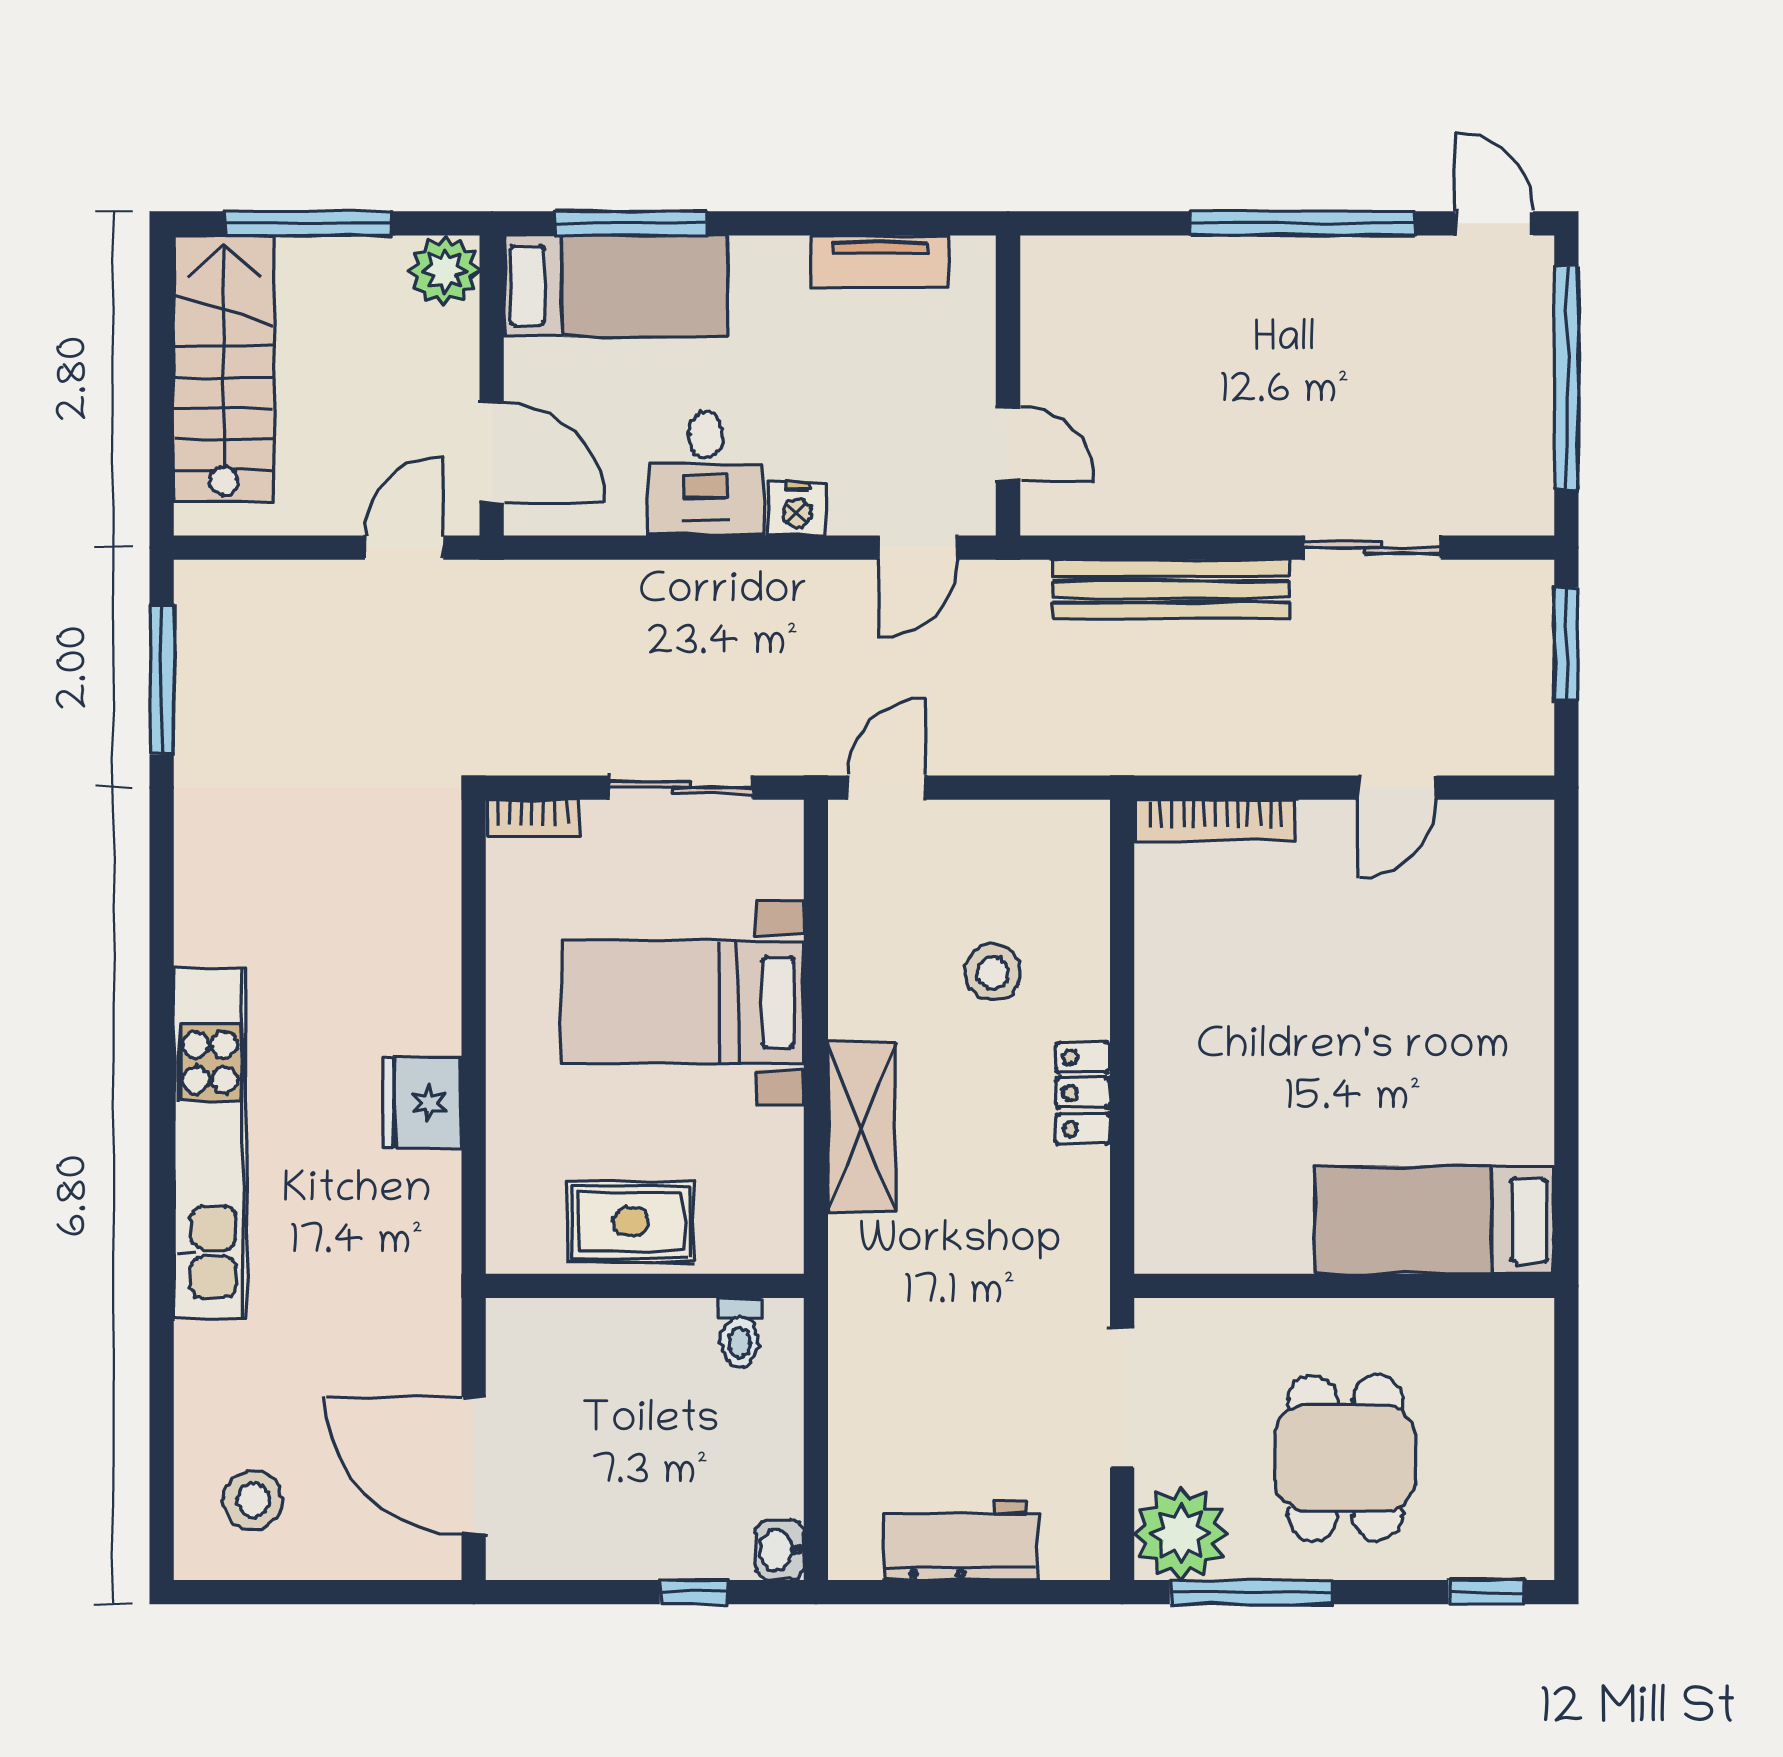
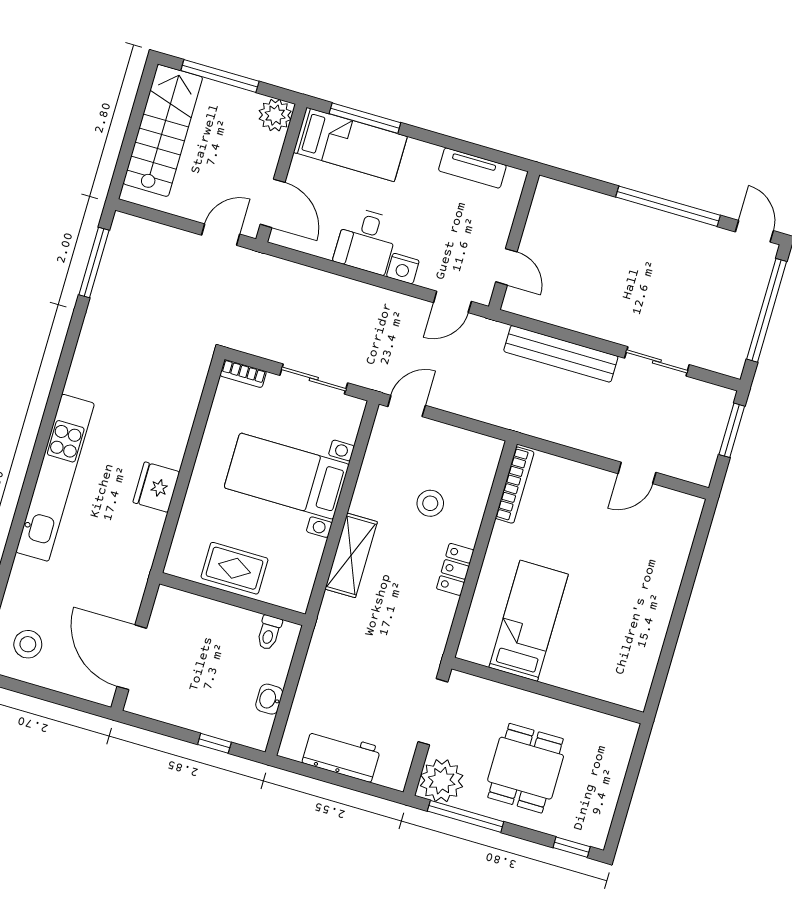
bookcase: (1216, 820) -> (515, 485), moved, turned -90
bed: (1435, 1220) -> (529, 621), moved, turned 90
washbasin: (780, 1550) -> (269, 699), moved

